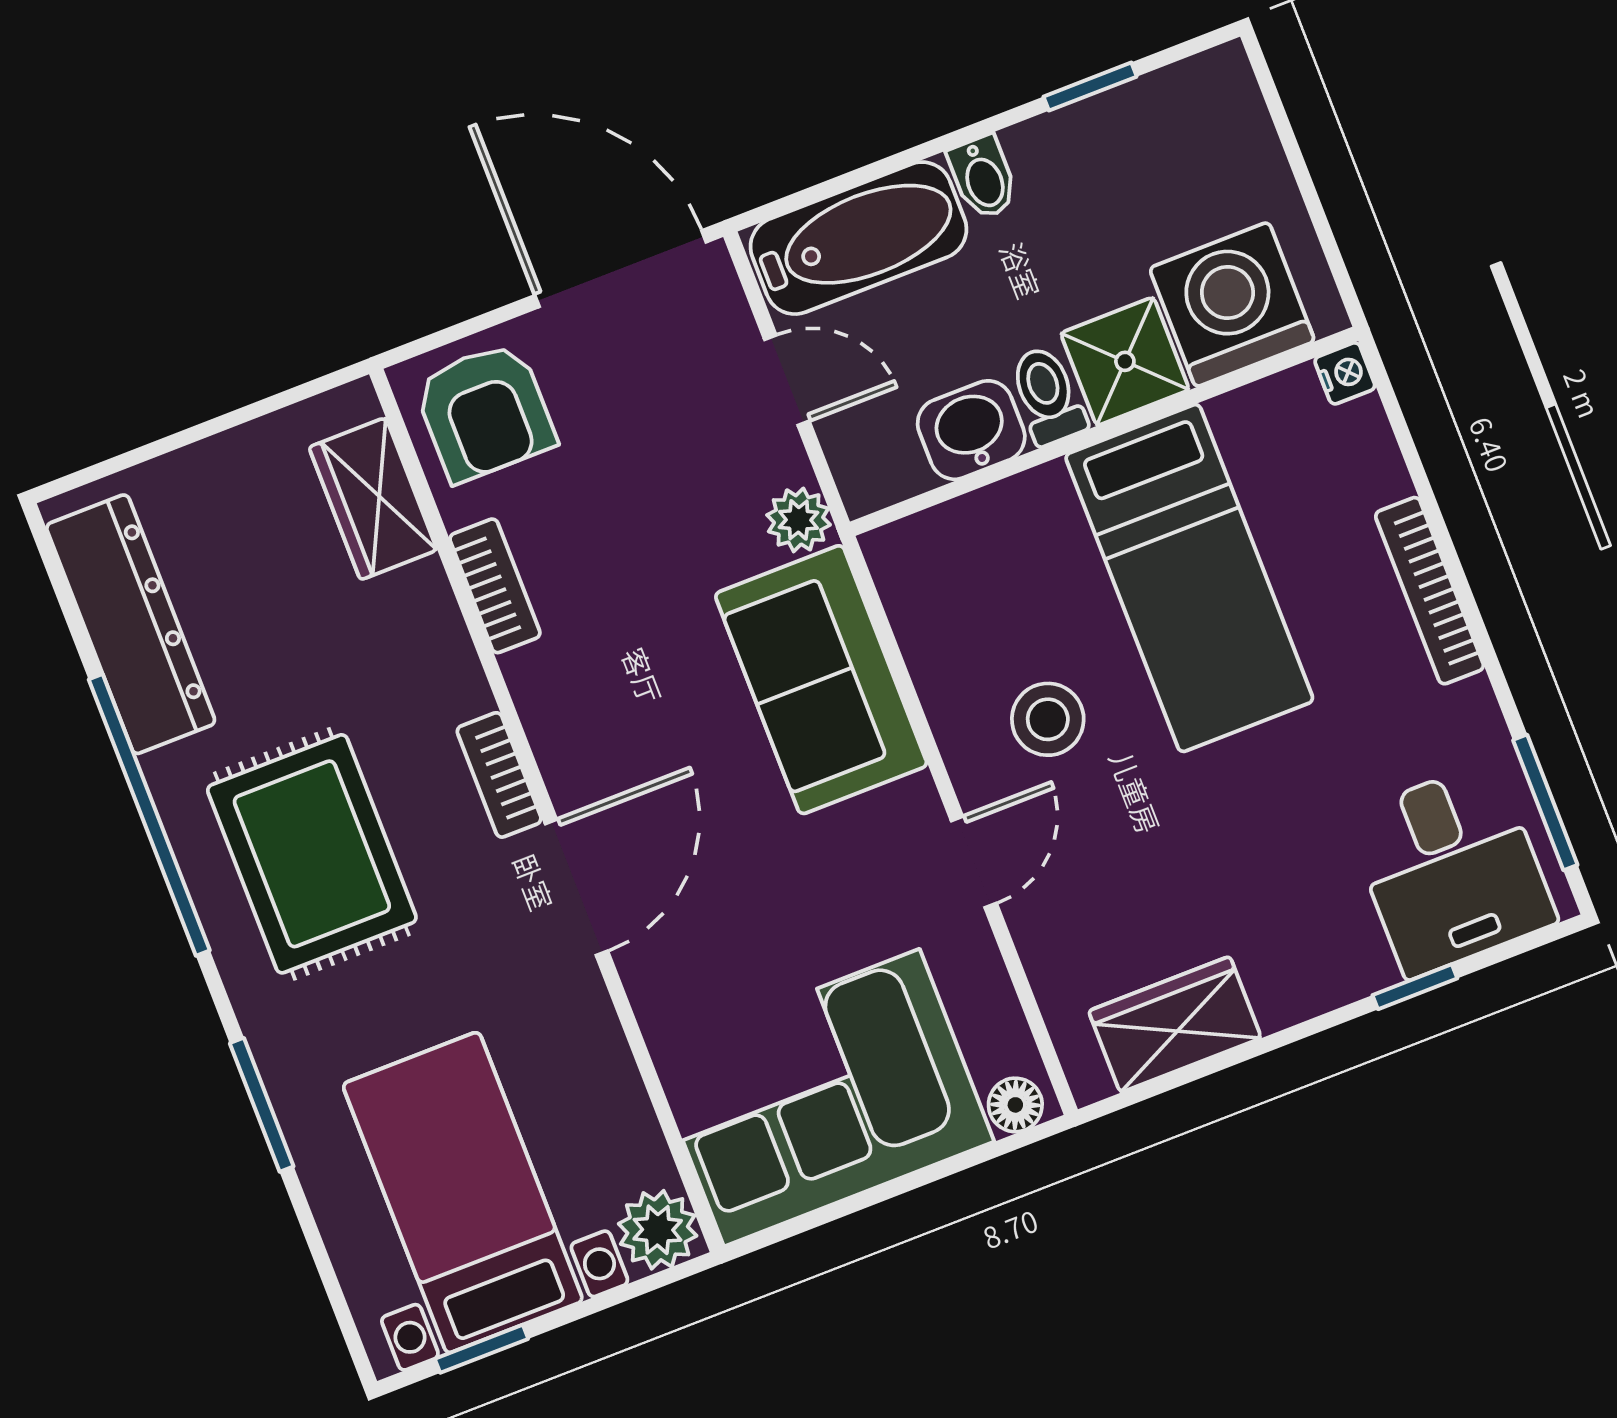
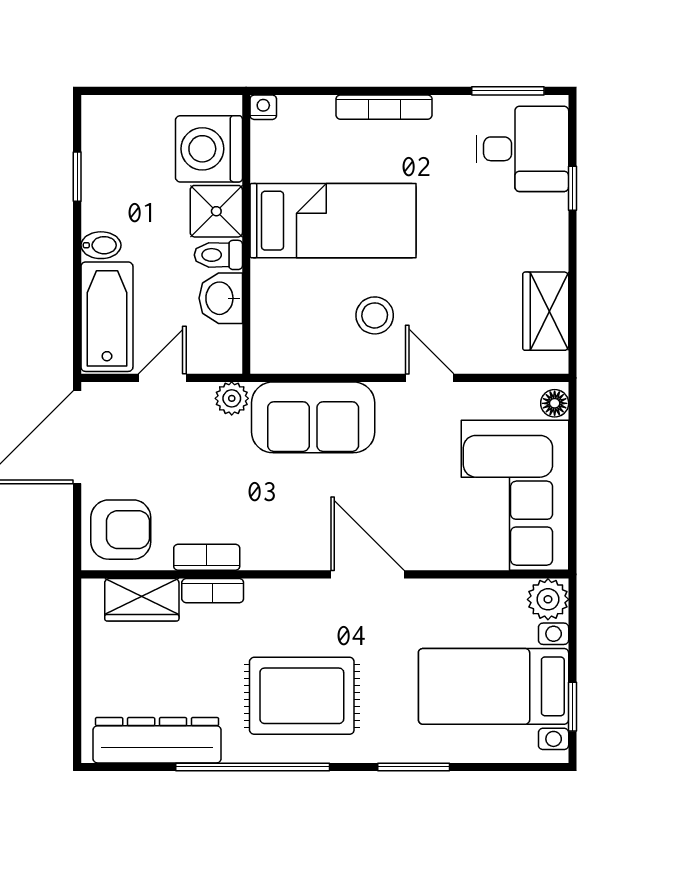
bookcase: (499, 775) -> (213, 591), moved

